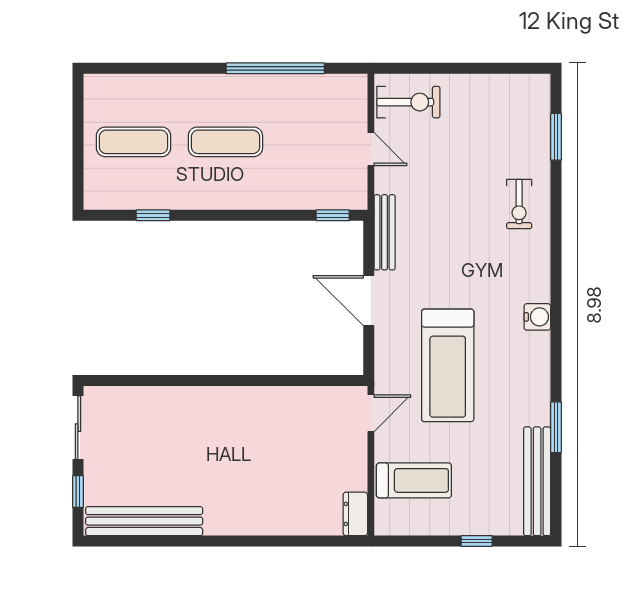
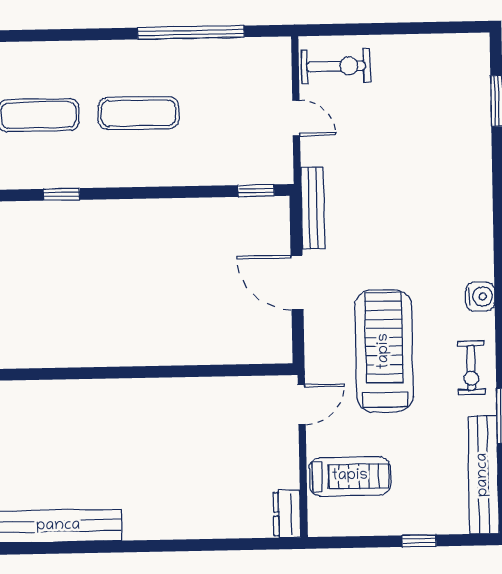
exercise bike: (519, 204) -> (471, 368), moved
treadmill: (448, 365) -> (384, 351), turned 180

